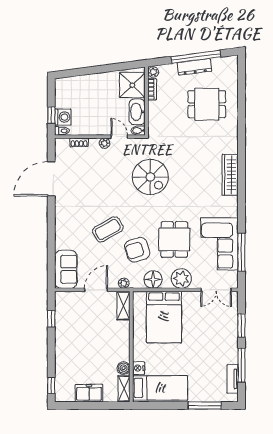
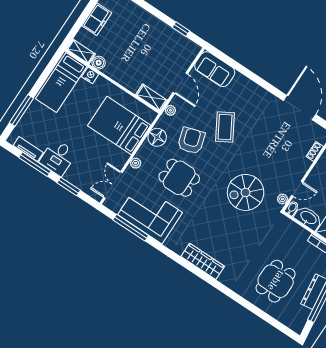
plant: (104, 143) -> (282, 199), moved
plant: (181, 279) -> (136, 163), width x0.53, depth x0.53
desk: (224, 350) -> (58, 157), added

